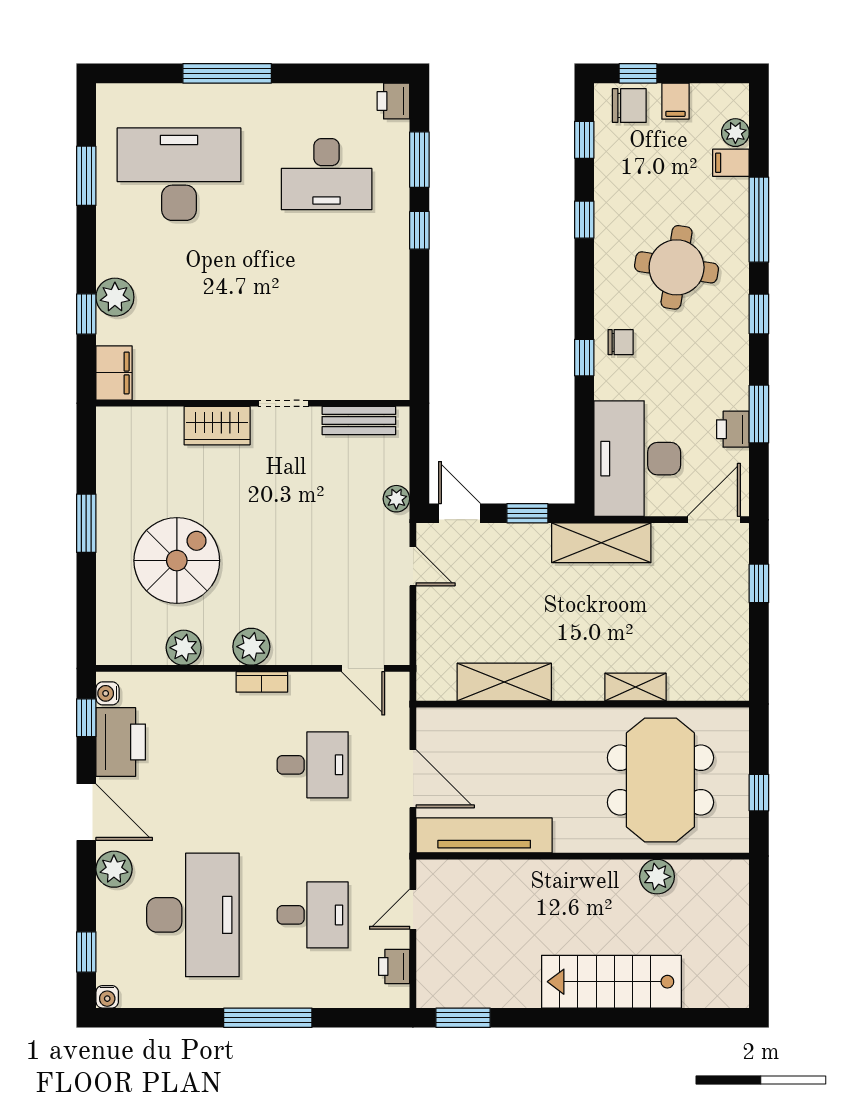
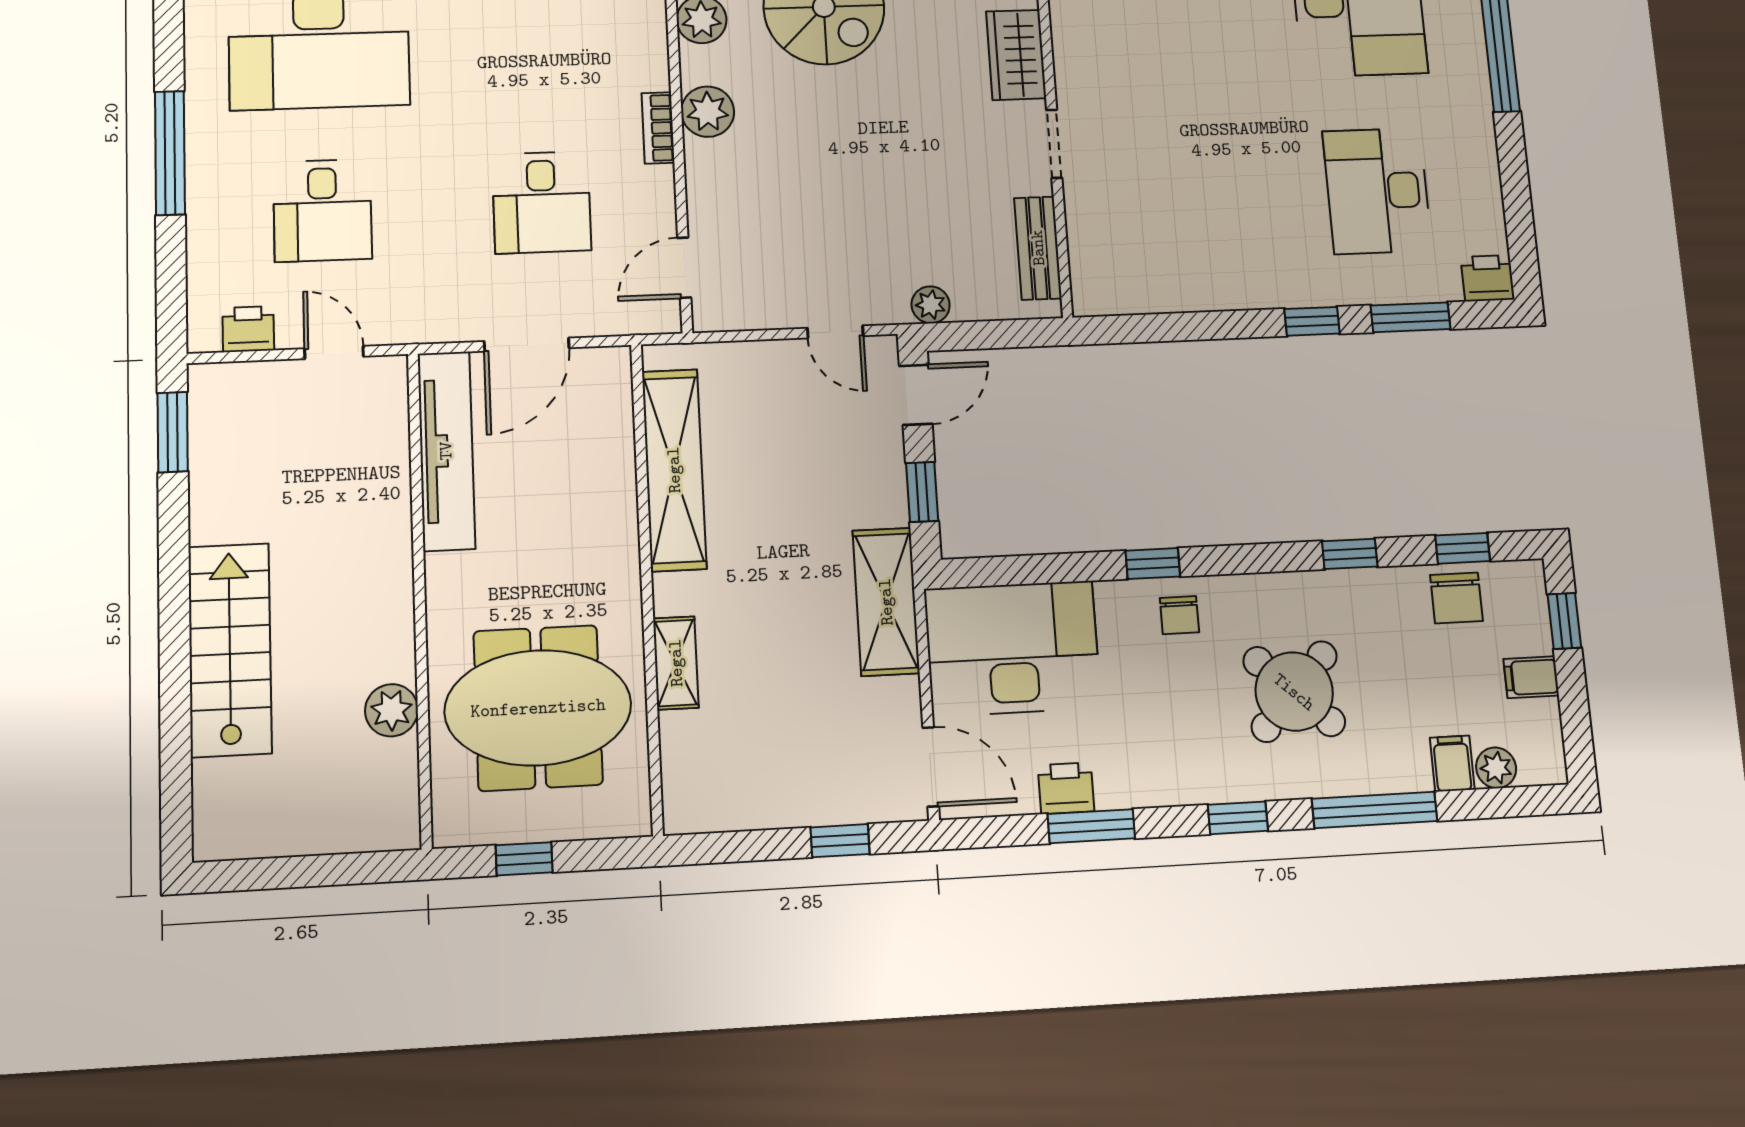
chair: (629, 106) -> (1456, 598), moved
round table: (677, 267) -> (1294, 692), turned 34
door: (413, 566) -> (835, 332), hinge flipped
shelving: (504, 682) -> (674, 470), width x1.47

